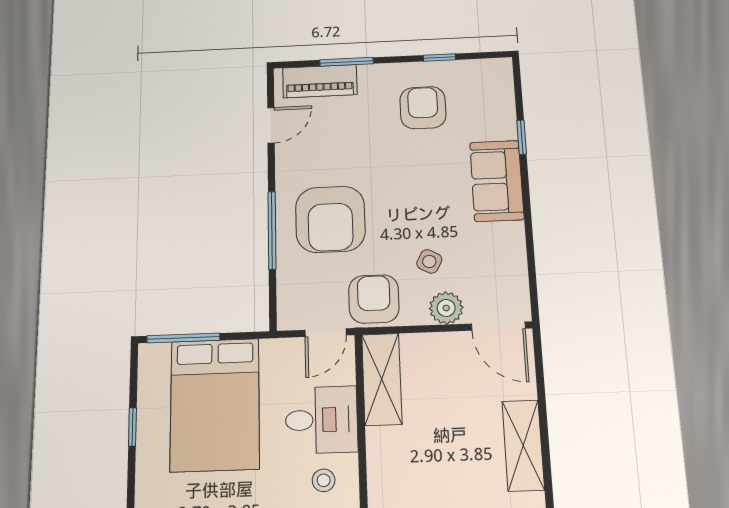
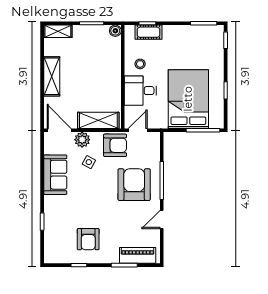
door: (271, 125) -> (162, 219), moved
sofa: (497, 181) -> (55, 175), moved
armchair: (374, 299) -> (115, 145), turned -90
shelving: (382, 379) -> (98, 120), moved, turned 90

